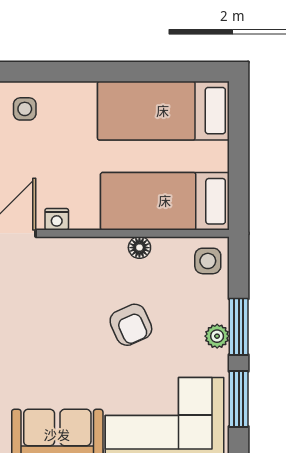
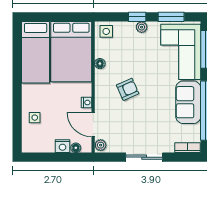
bed: (165, 201) -> (71, 52), width x1.50
armchair: (131, 325) -> (128, 89), moved
window: (239, 327) -> (137, 17), width x0.67

